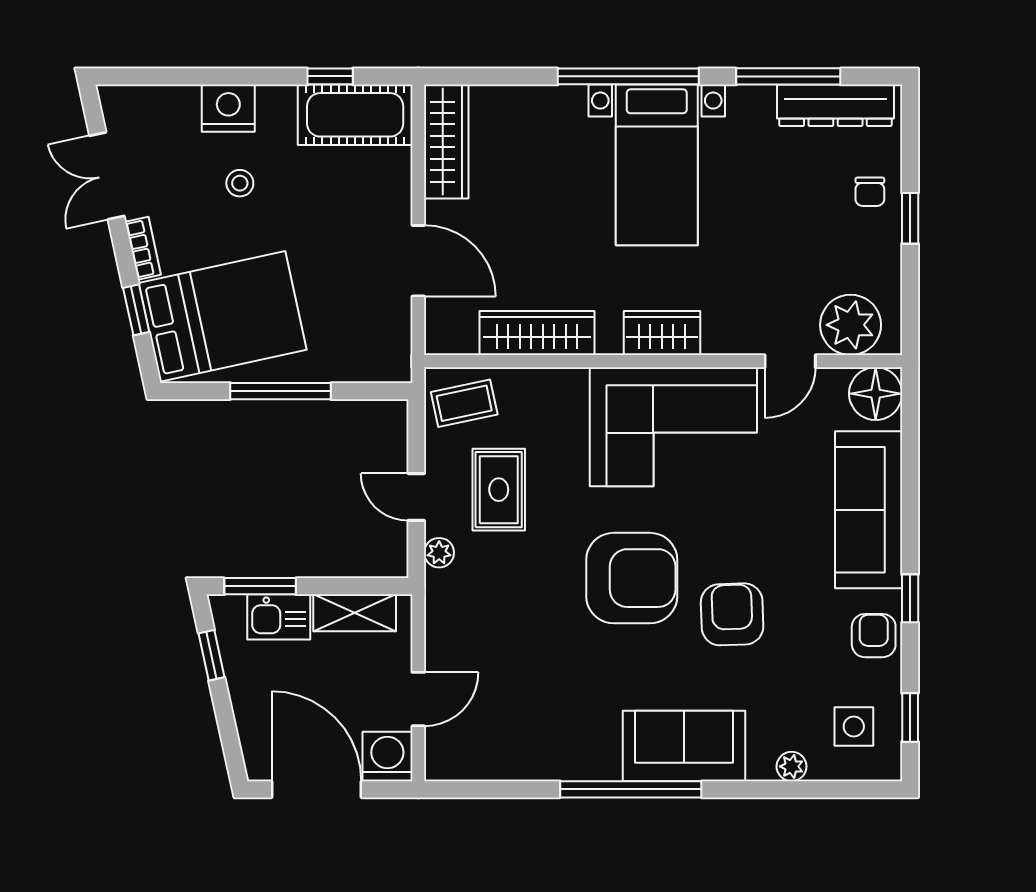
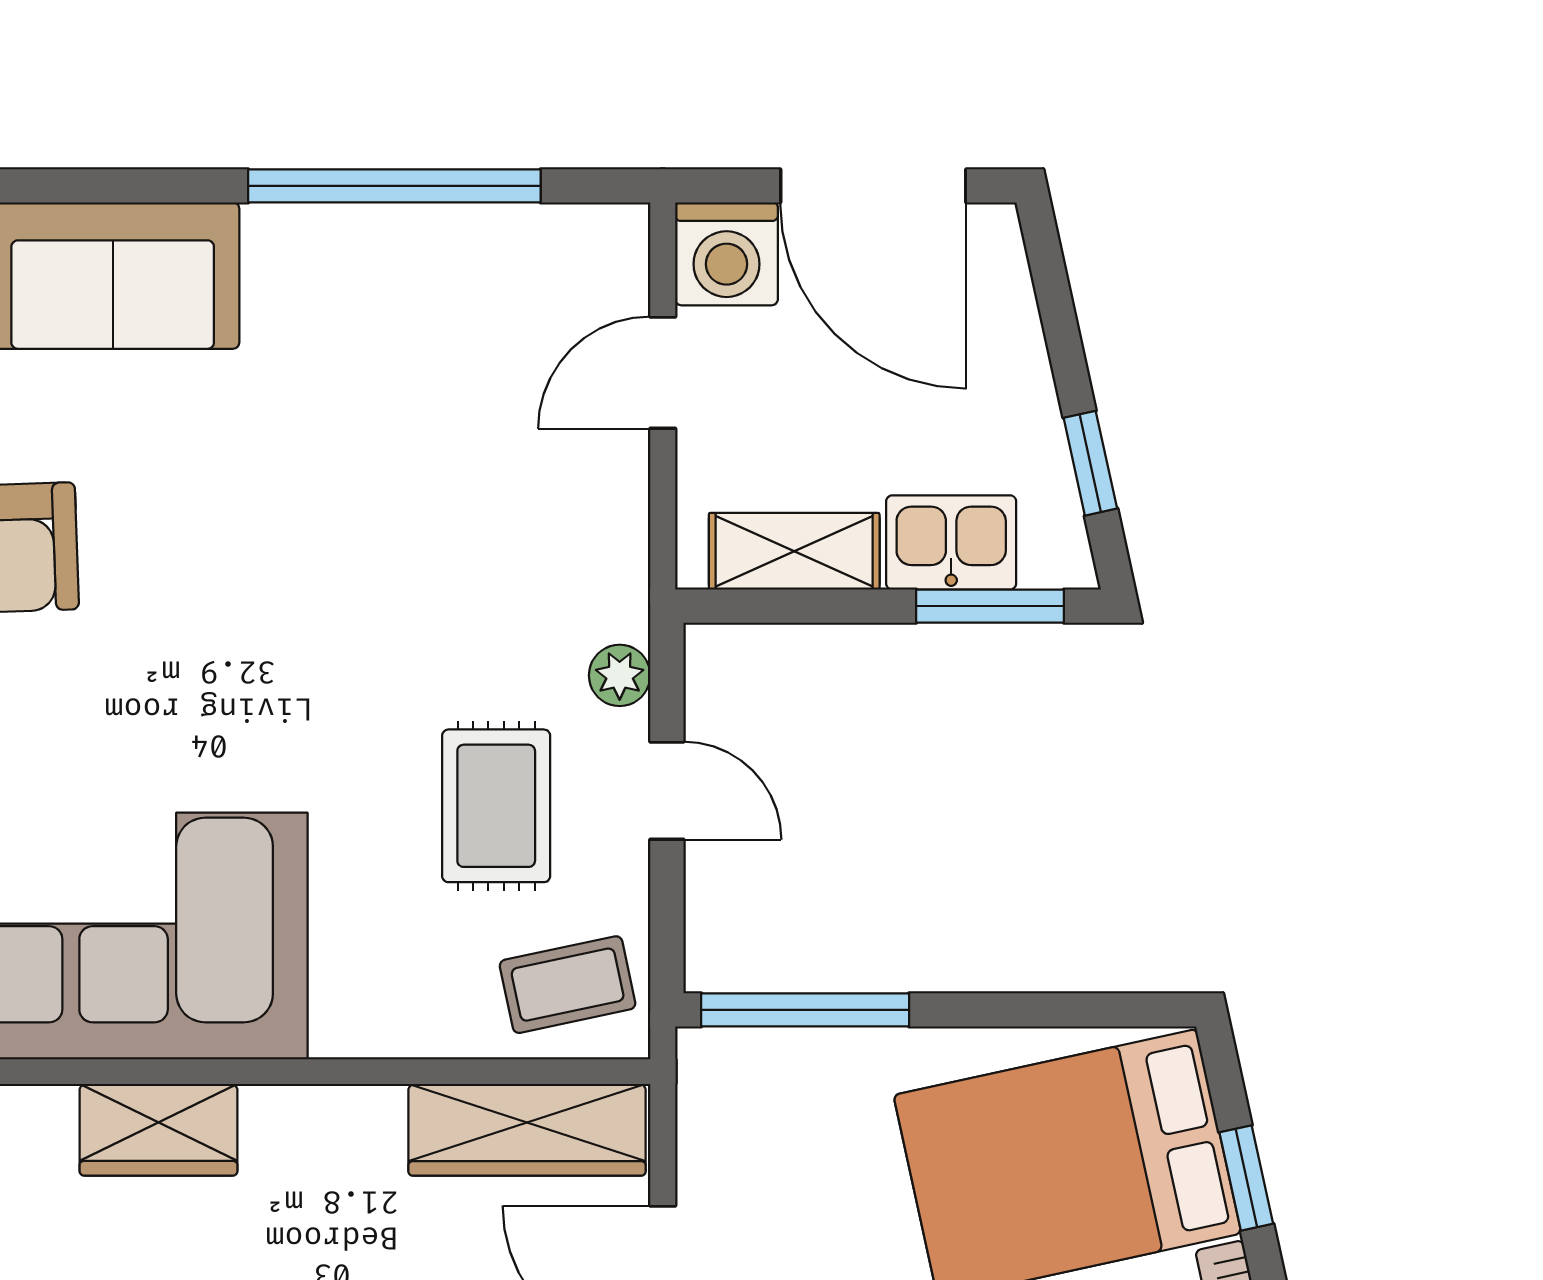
wardrobe: (537, 333) -> (527, 1130), moved
window: (281, 391) -> (805, 1010), moved
armchair: (632, 578) -> (221, 623), removed
window: (631, 789) -> (394, 186), moved

